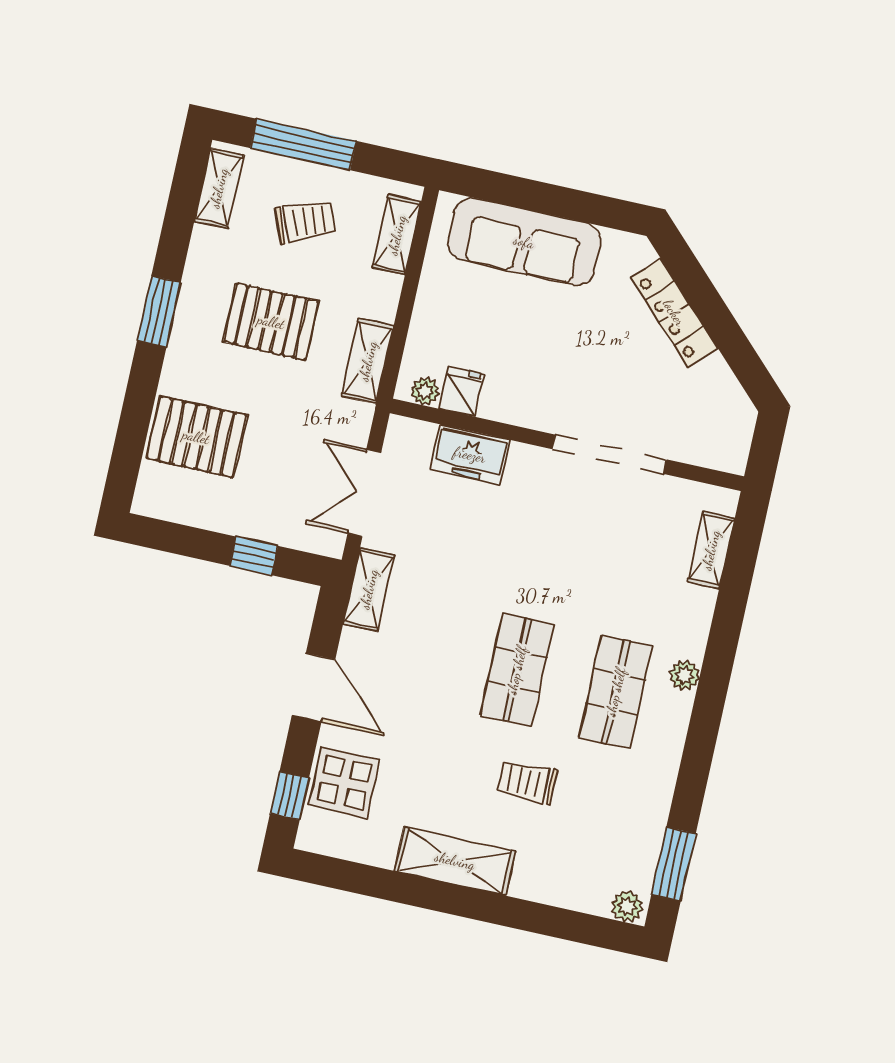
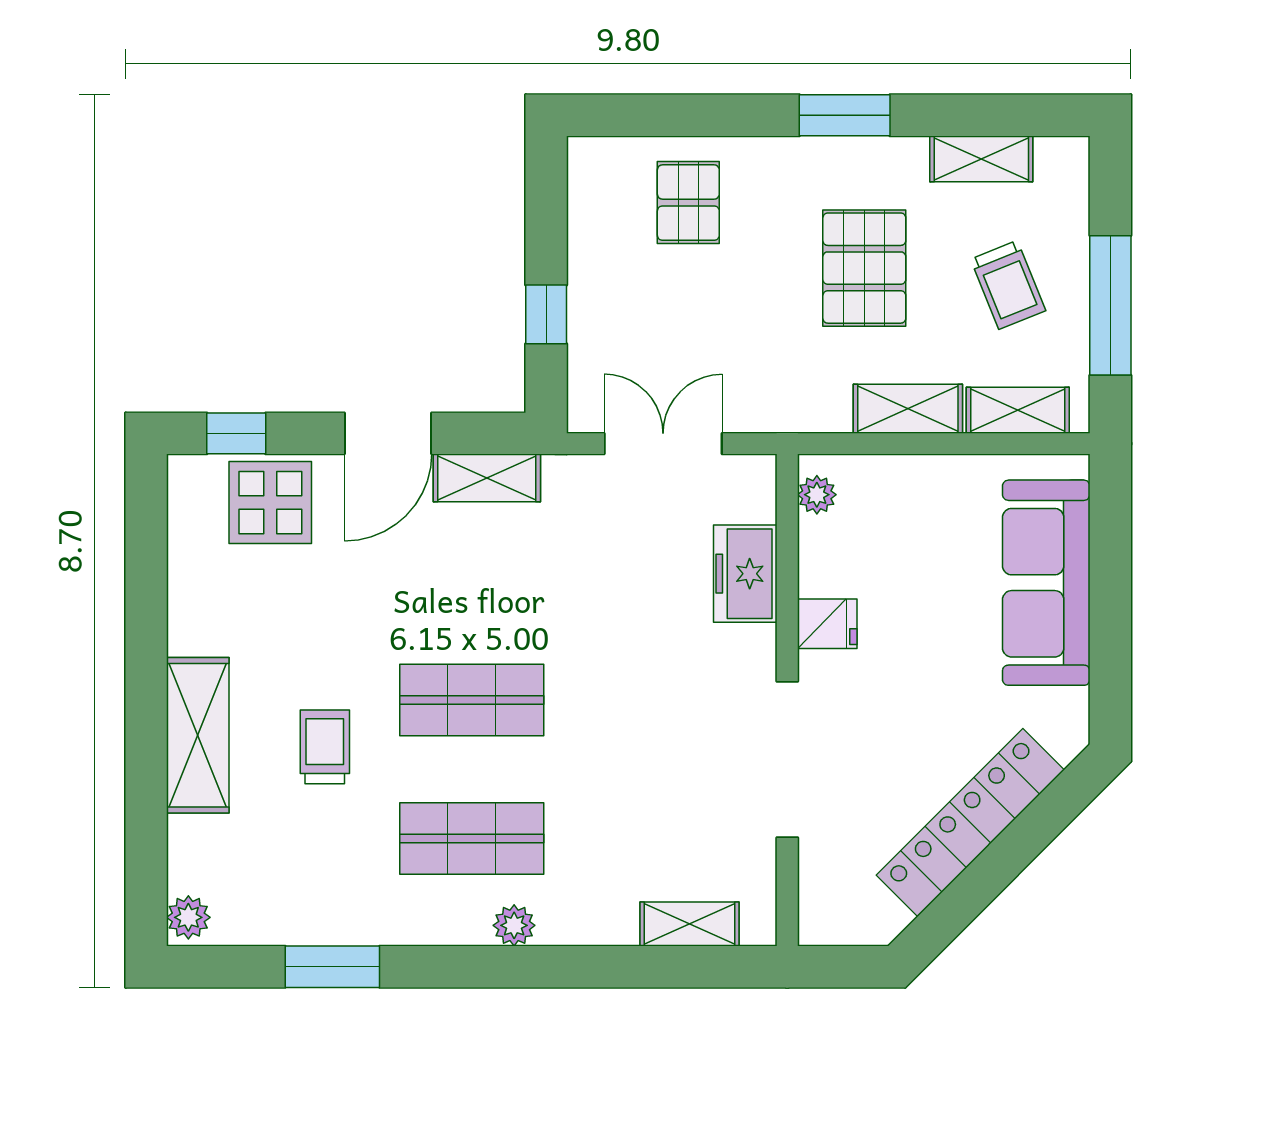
window: (303, 145) -> (1110, 305), moved
shelving: (219, 188) -> (981, 159), moved
locker: (674, 313) -> (970, 823), width x1.41, depth x1.21
shelving: (368, 361) -> (908, 409), moved
fridge: (461, 391) -> (827, 624), moved
pallet: (196, 437) -> (688, 203), width x0.67, depth x0.71
shelving: (369, 589) -> (487, 478), moved
shelving: (455, 861) -> (198, 735), moved
window: (674, 864) -> (332, 967), moved

